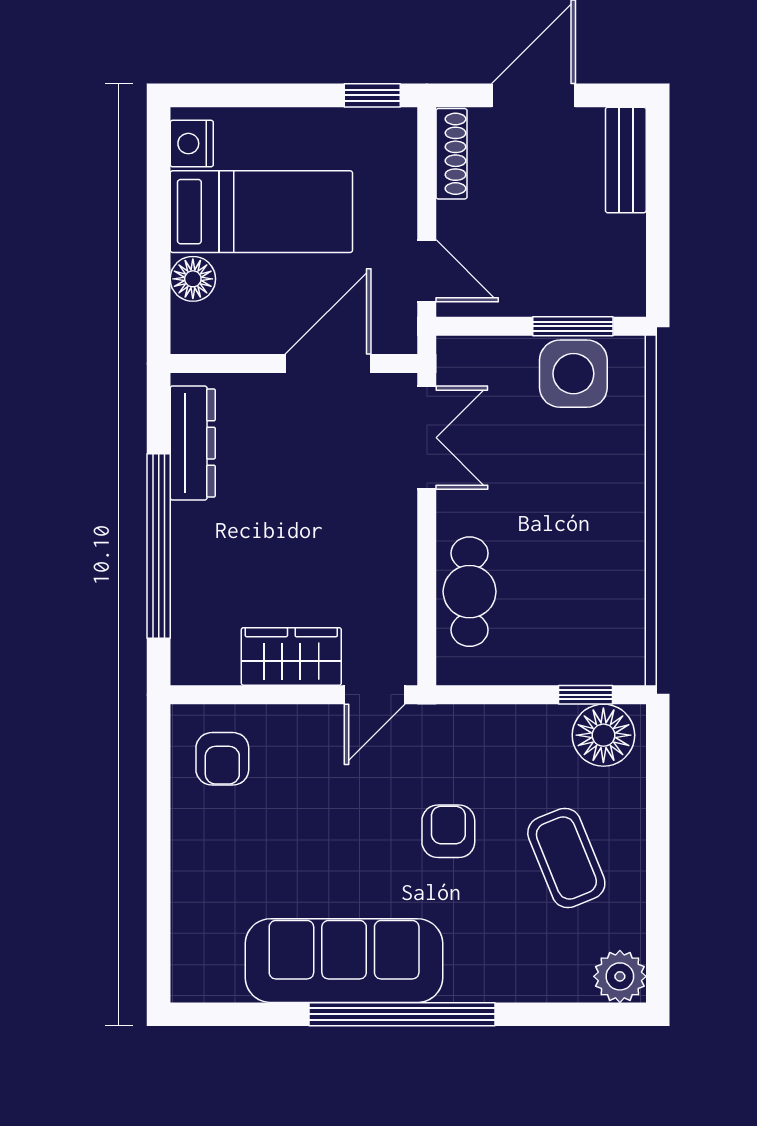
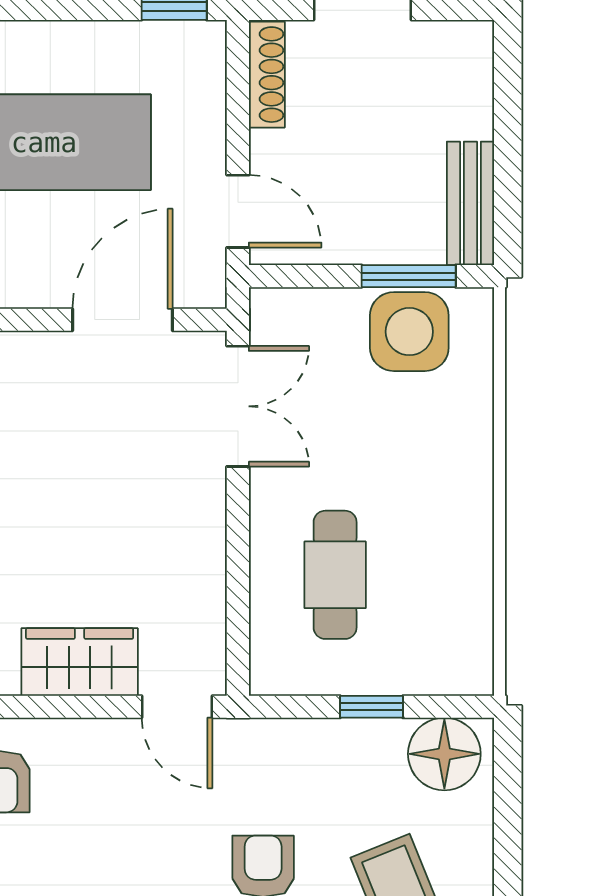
bench: (626, 160) -> (470, 203), moved
cafe table: (470, 592) -> (335, 575), moved
door: (375, 695) -> (177, 707), hinge flipped
window: (586, 695) -> (372, 707), moved

